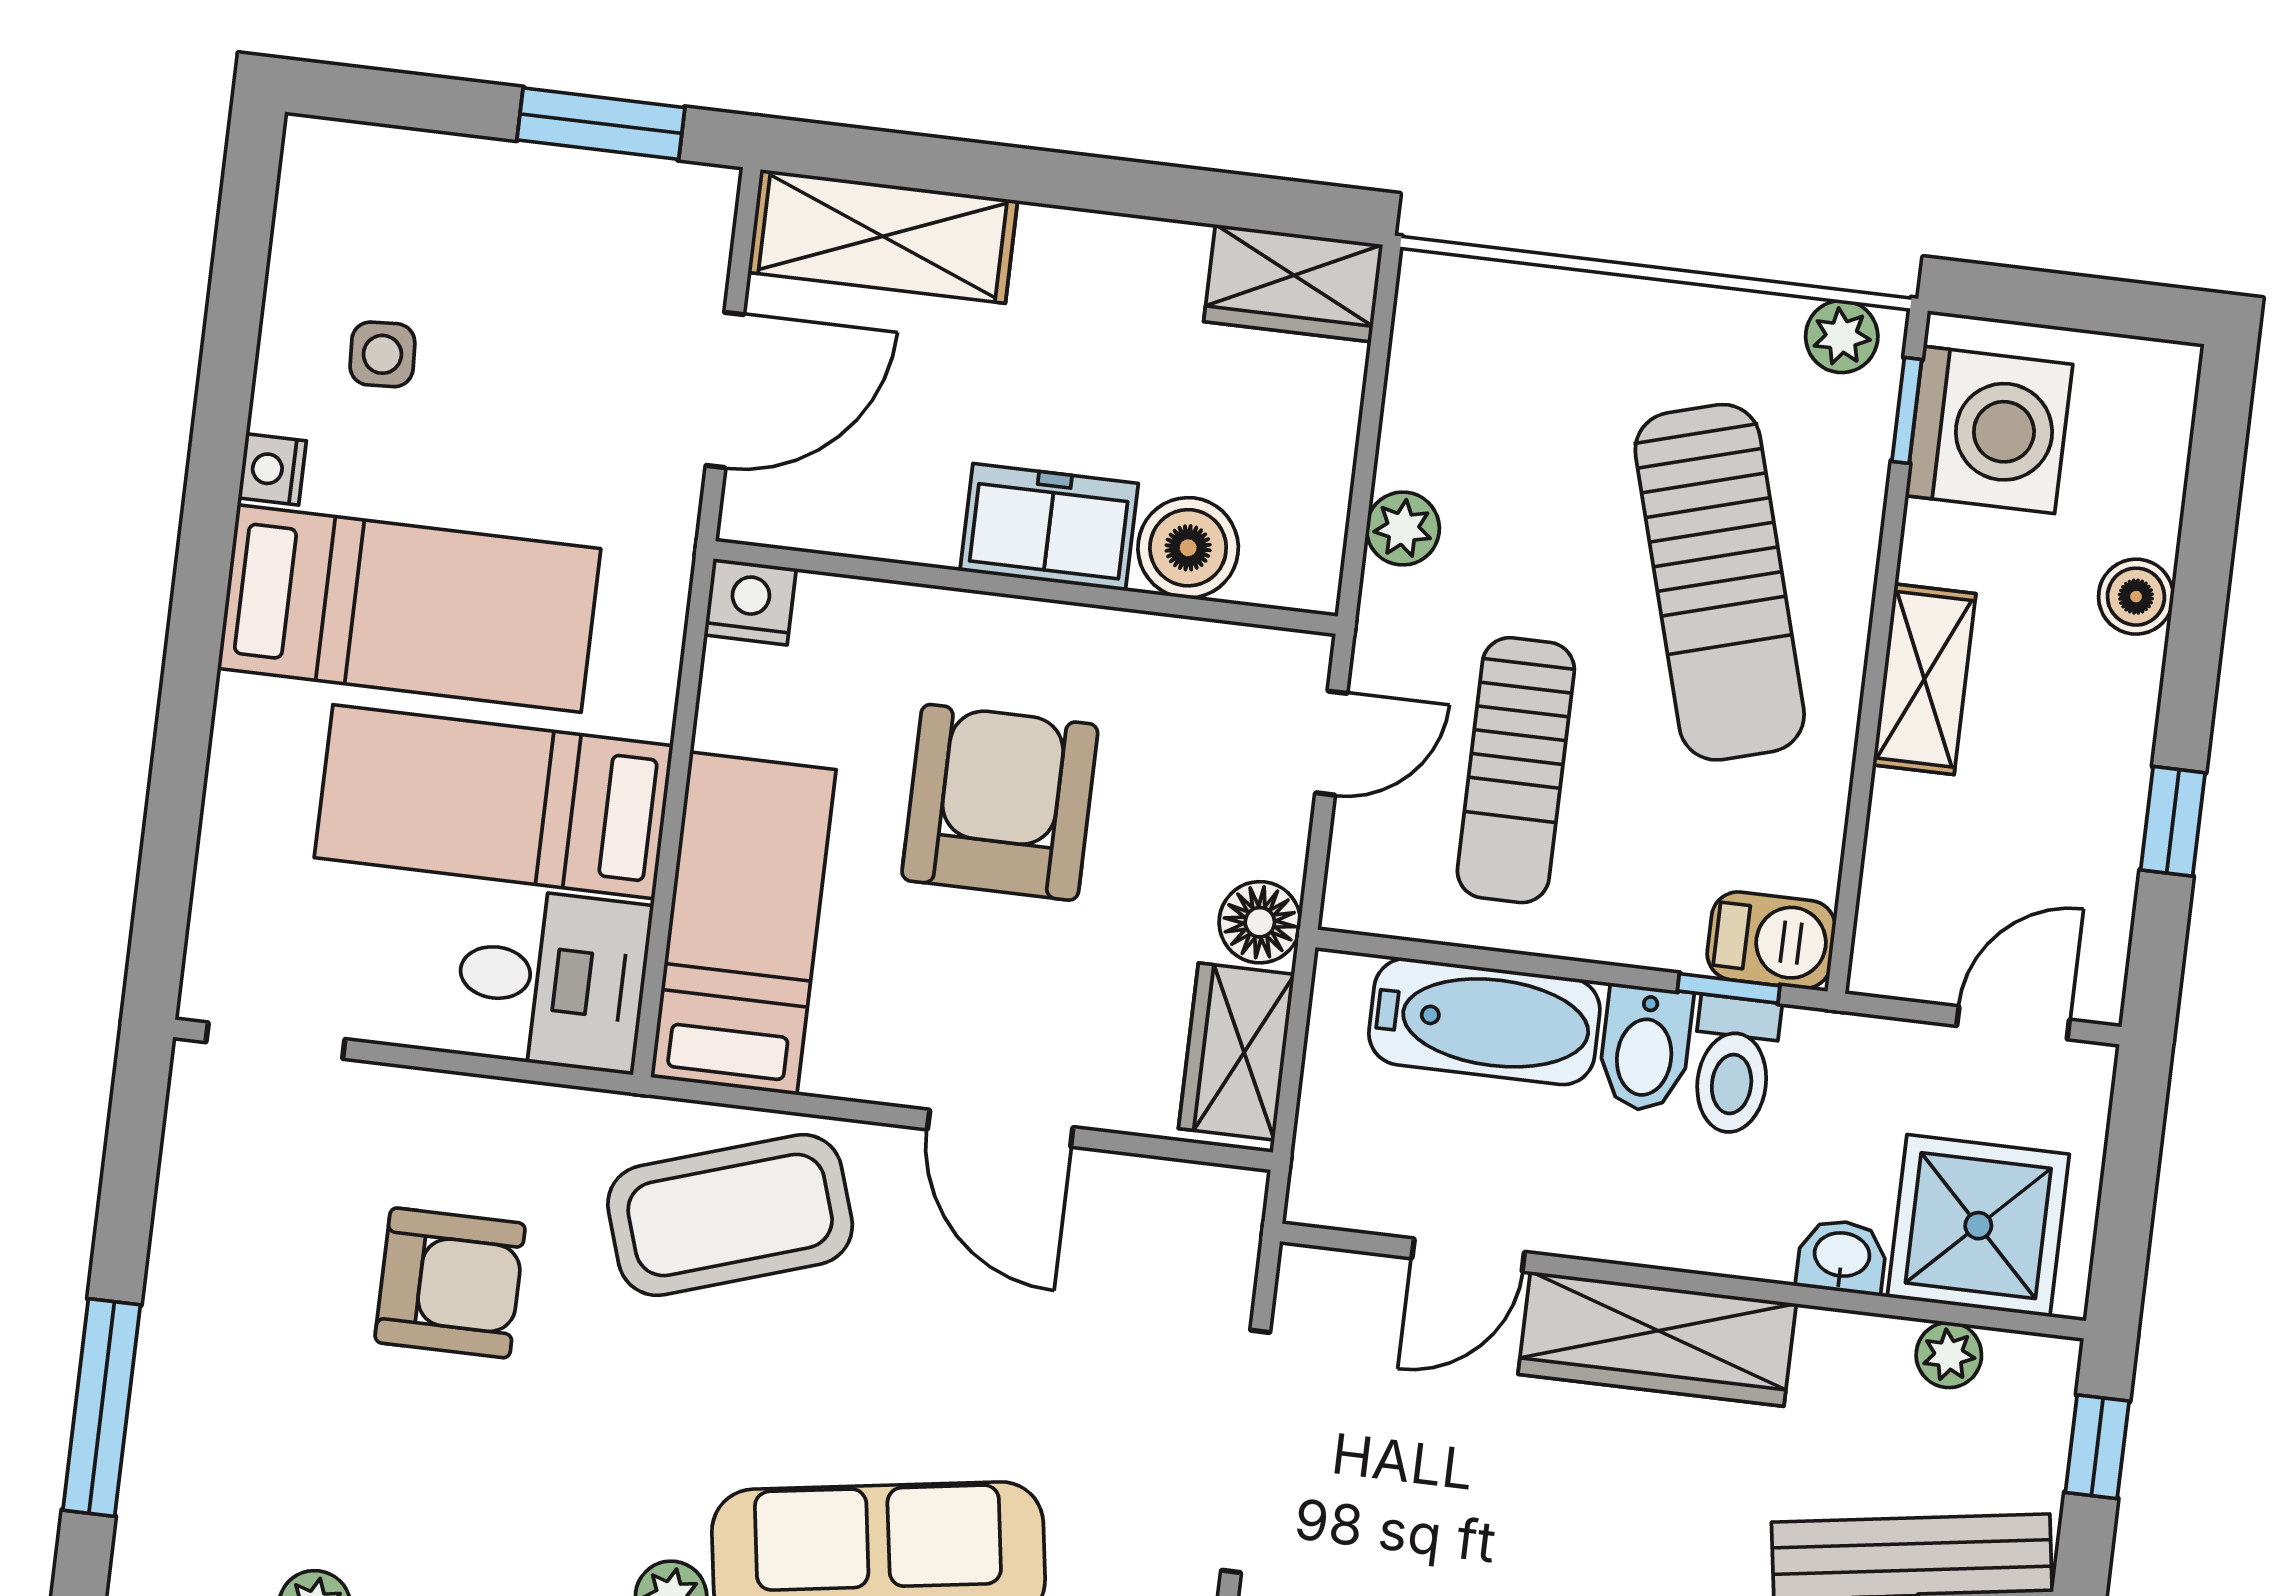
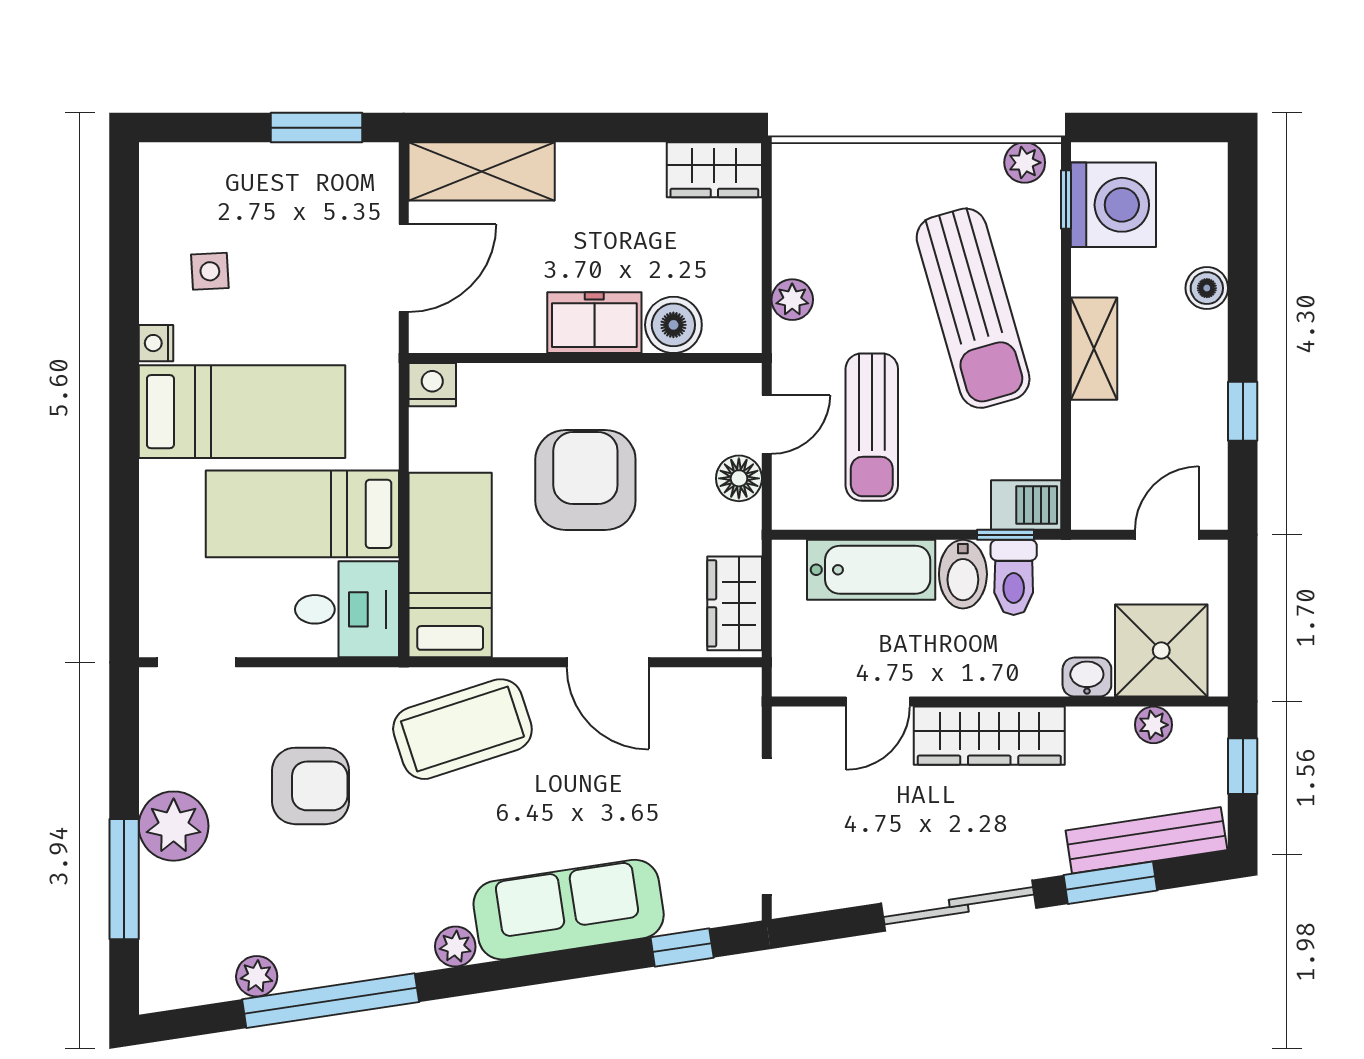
floor lamp: (1260, 922) -> (739, 478), moved
plant: (200, 1324) -> (174, 826), added

